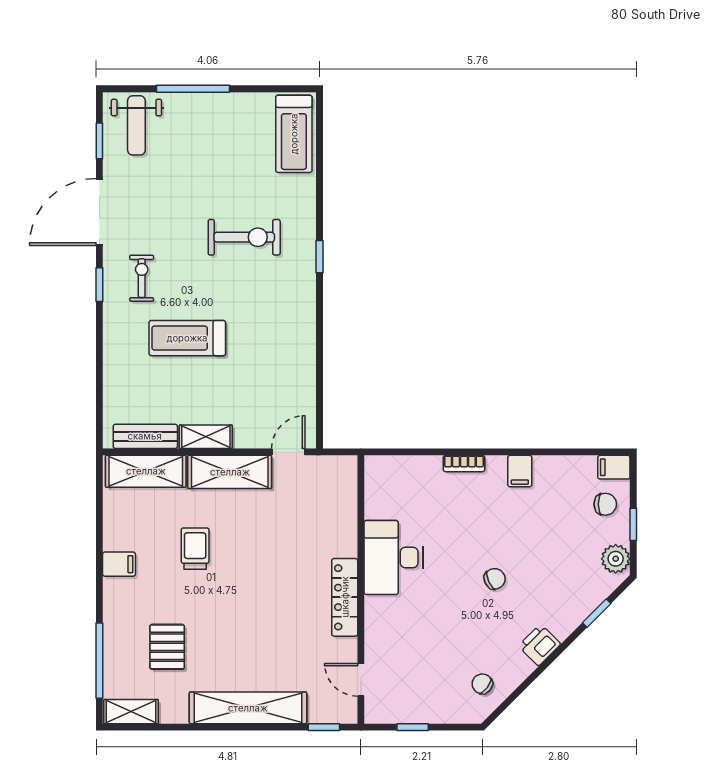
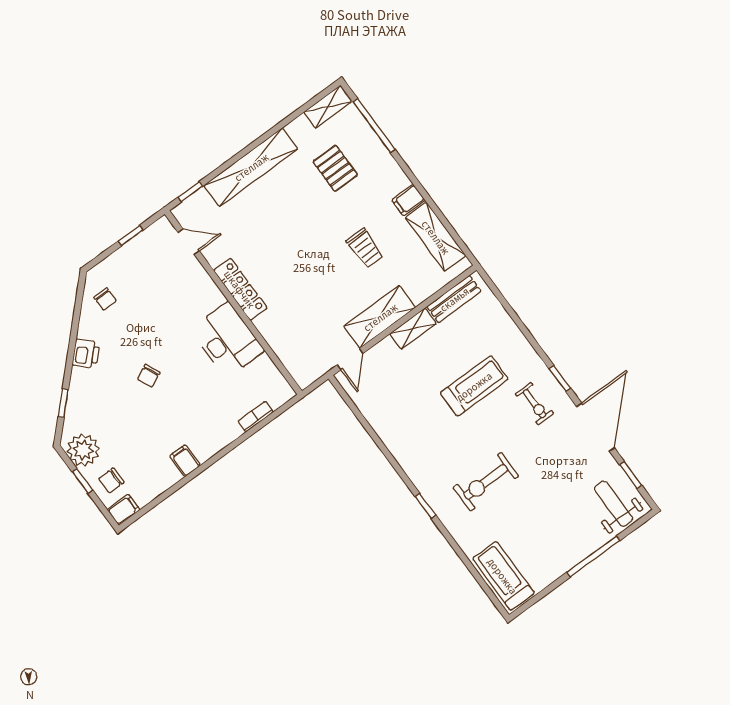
bookcase: (464, 464) -> (256, 417), moved
shelving: (146, 471) -> (436, 237), moved, turned 90
plant: (616, 559) -> (83, 450), width x1.36, depth x1.36
chair: (482, 684) -> (105, 299), turned 52

